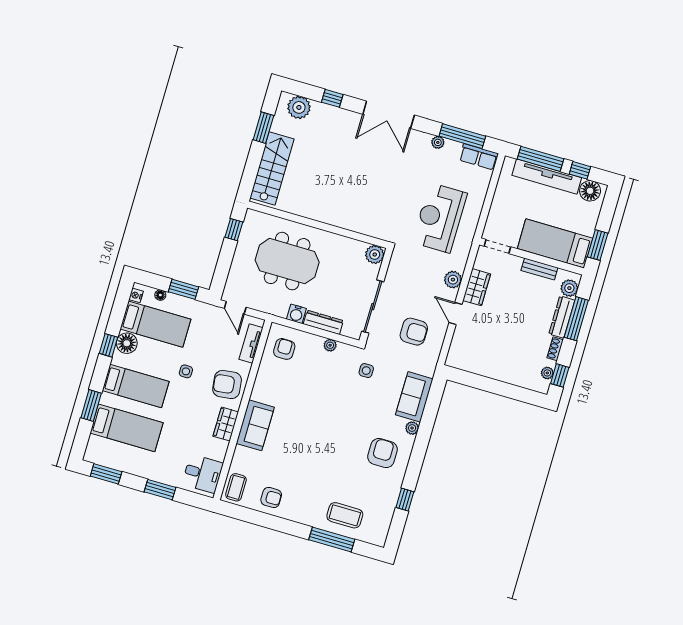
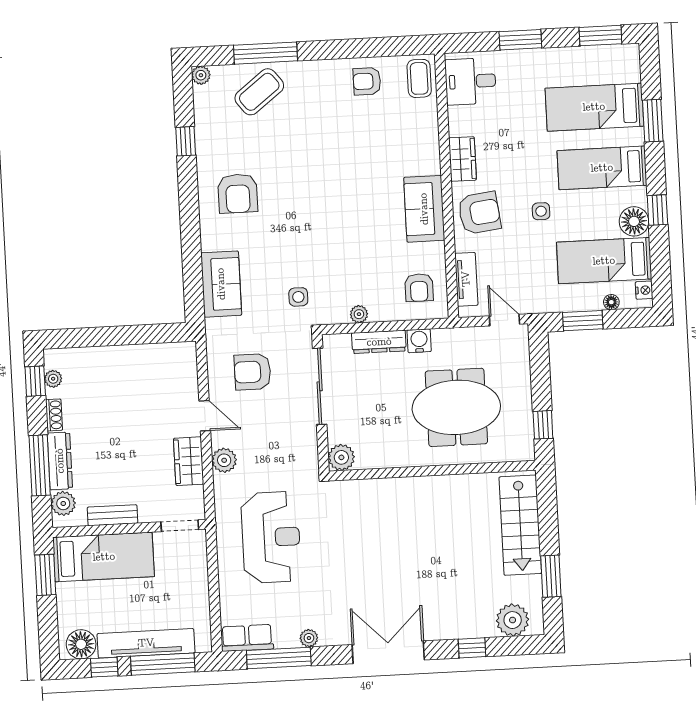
sofa: (255, 425) -> (424, 209), moved
plant: (412, 428) -> (201, 75), moved
coffee table: (345, 515) -> (259, 92), turned -38

